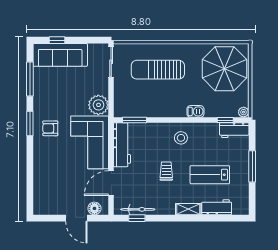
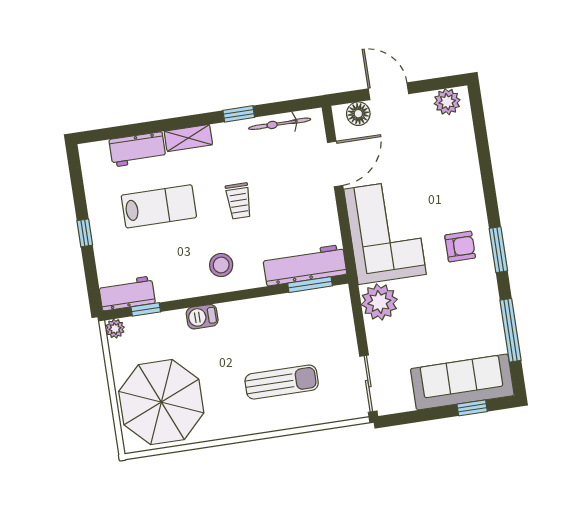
sun lounger: (158, 70) -> (282, 382), width x0.73, depth x0.75
workbench: (122, 145) -> (305, 265), moved, turned 90
window: (252, 166) -> (85, 233), width x0.46
plant: (45, 208) -> (447, 102), added
window: (137, 218) -> (239, 114), moved

